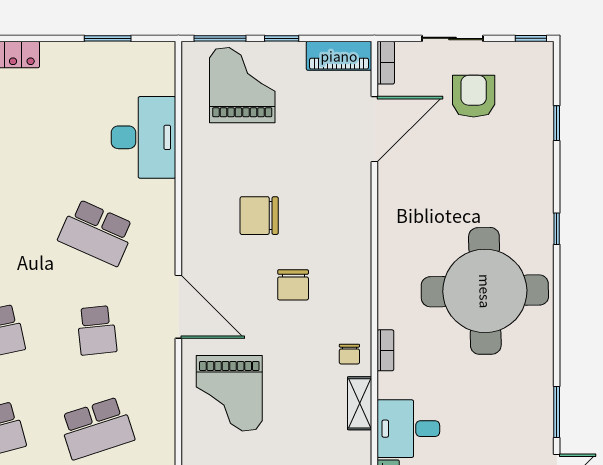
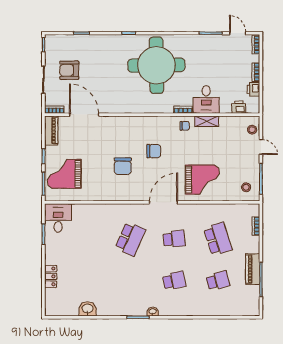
desk: (143, 137) -> (58, 218), moved, width x0.73
desk: (408, 429) -> (206, 99), moved

